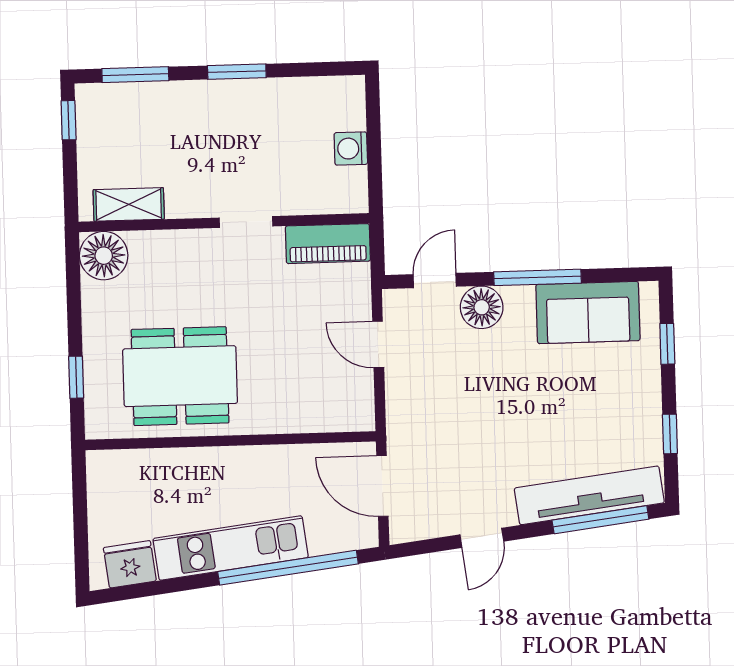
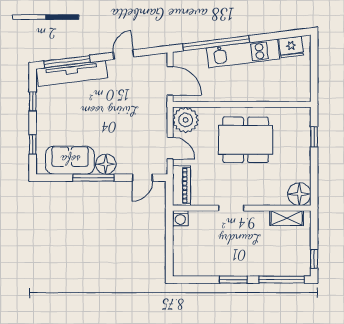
window: (135, 75) -> (282, 280), width x1.44
washing machine: (351, 148) -> (180, 218), moved, turned 90
piano: (328, 244) -> (181, 186), moved, turned 90
floor lamp: (482, 307) -> (106, 164), moved
dining table: (180, 376) -> (246, 140), moved
plant: (347, 405) -> (186, 120), added

